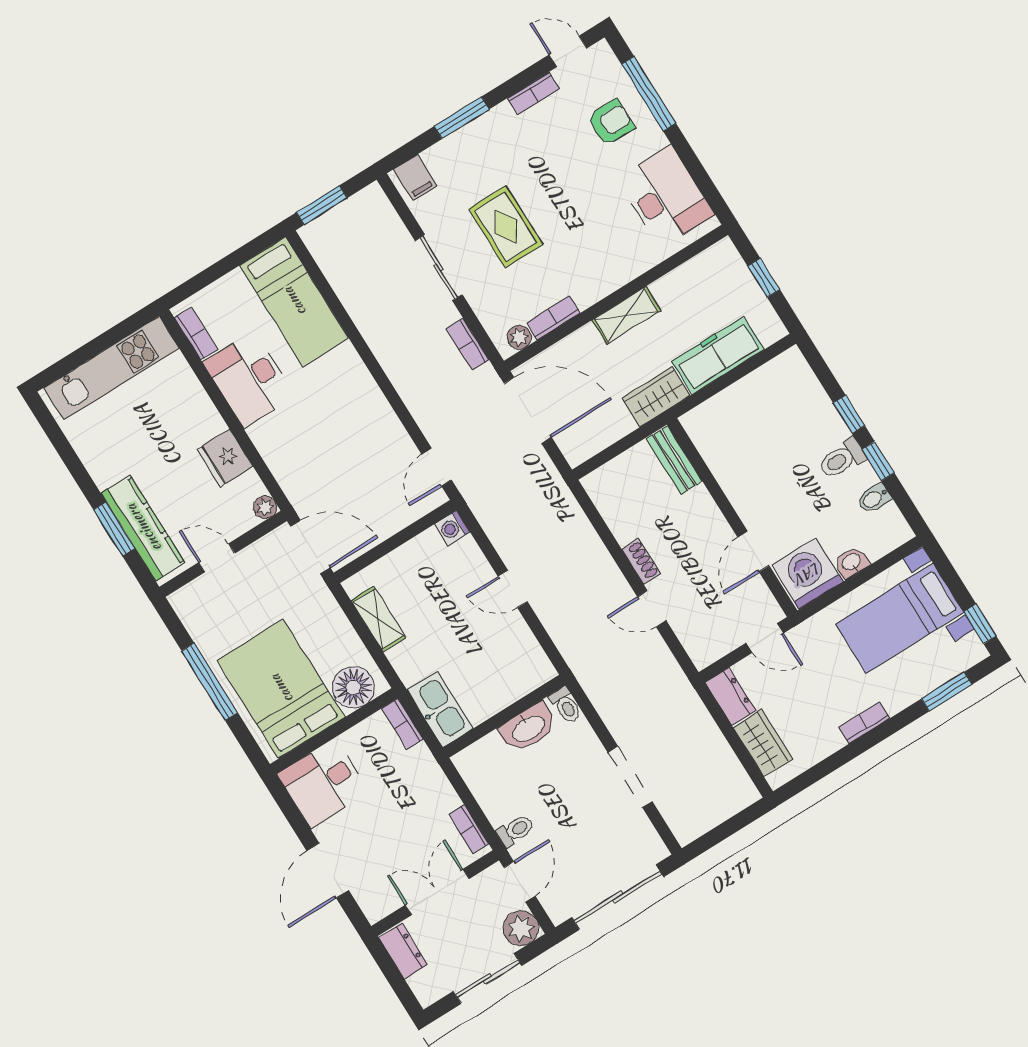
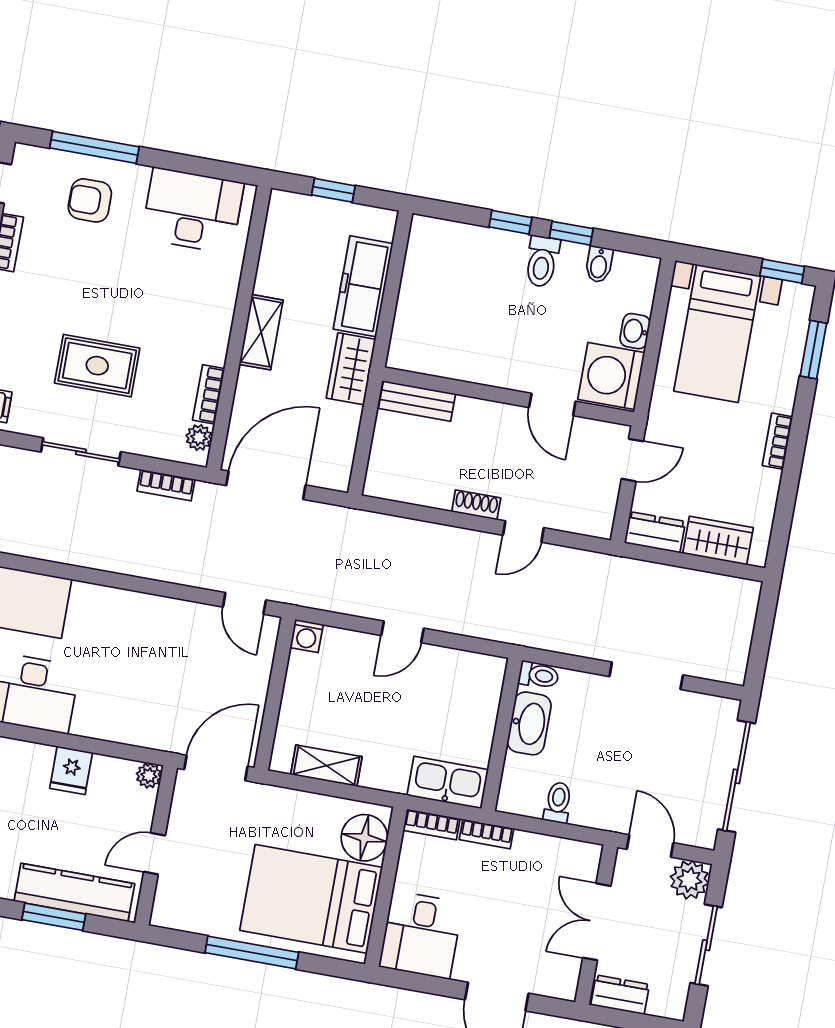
armchair: (611, 123) -> (90, 200), turned -90
fridge: (225, 458) -> (71, 770), width x0.72
bookcase: (469, 829) -> (486, 834), moved
toilet: (515, 830) -> (558, 803), moved

